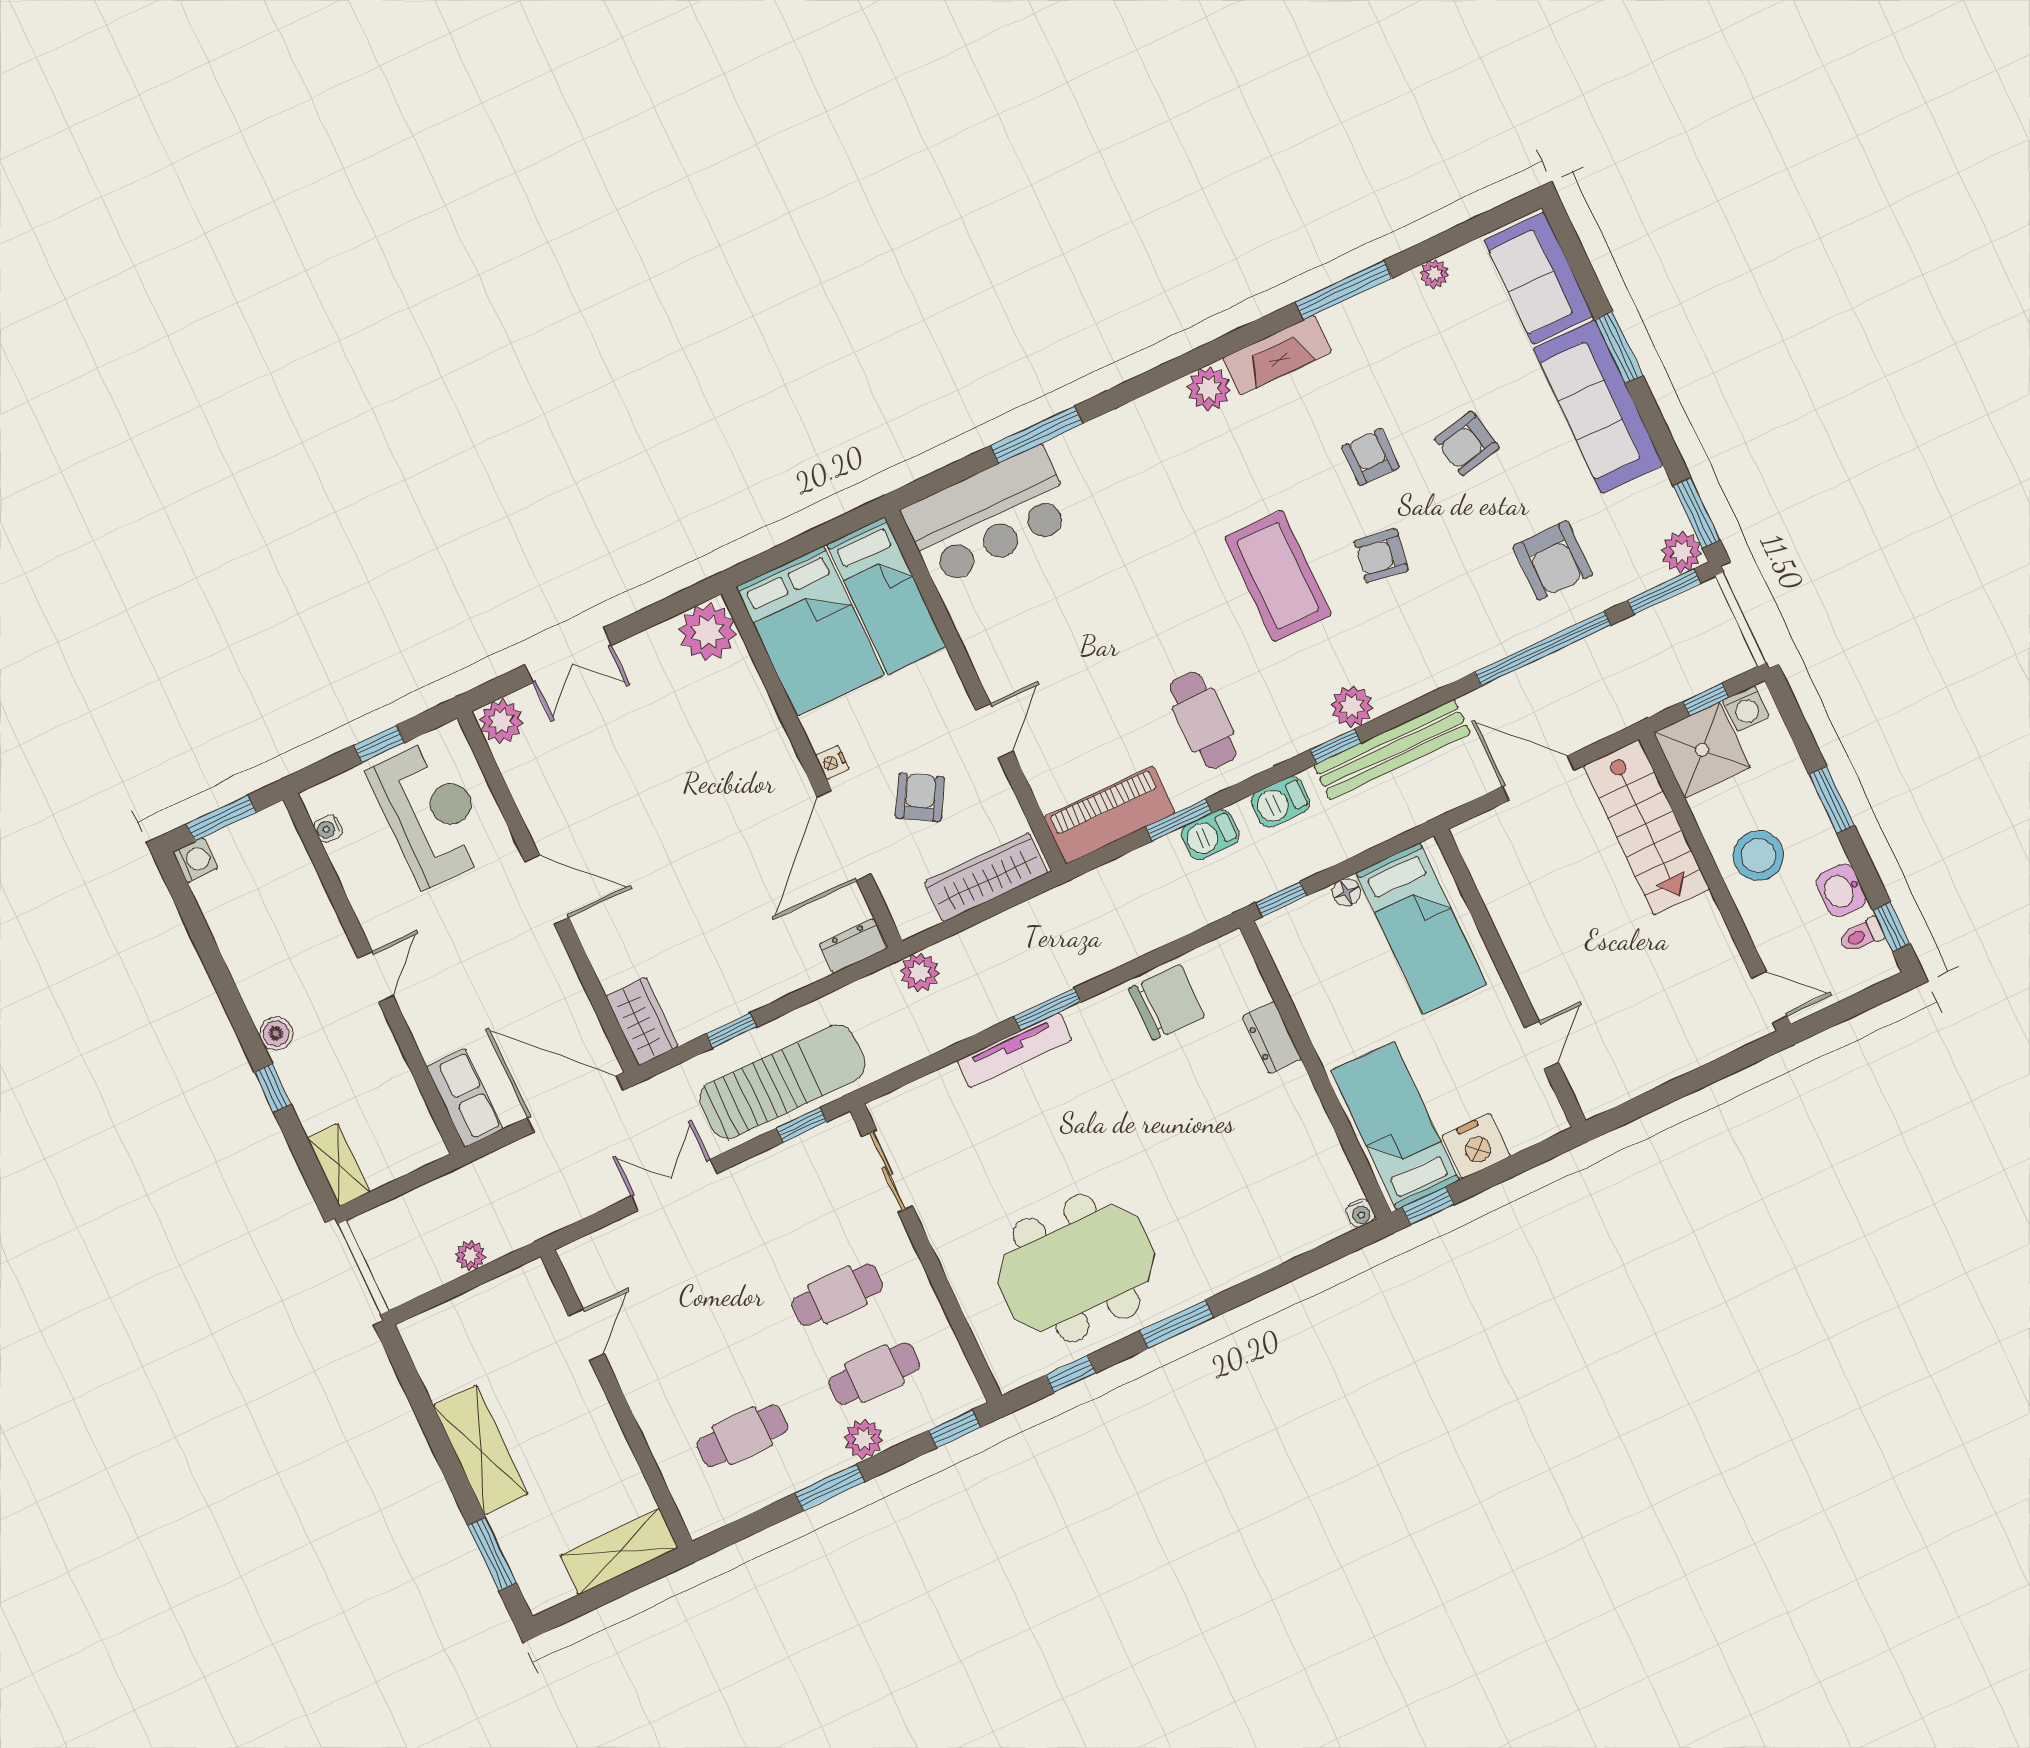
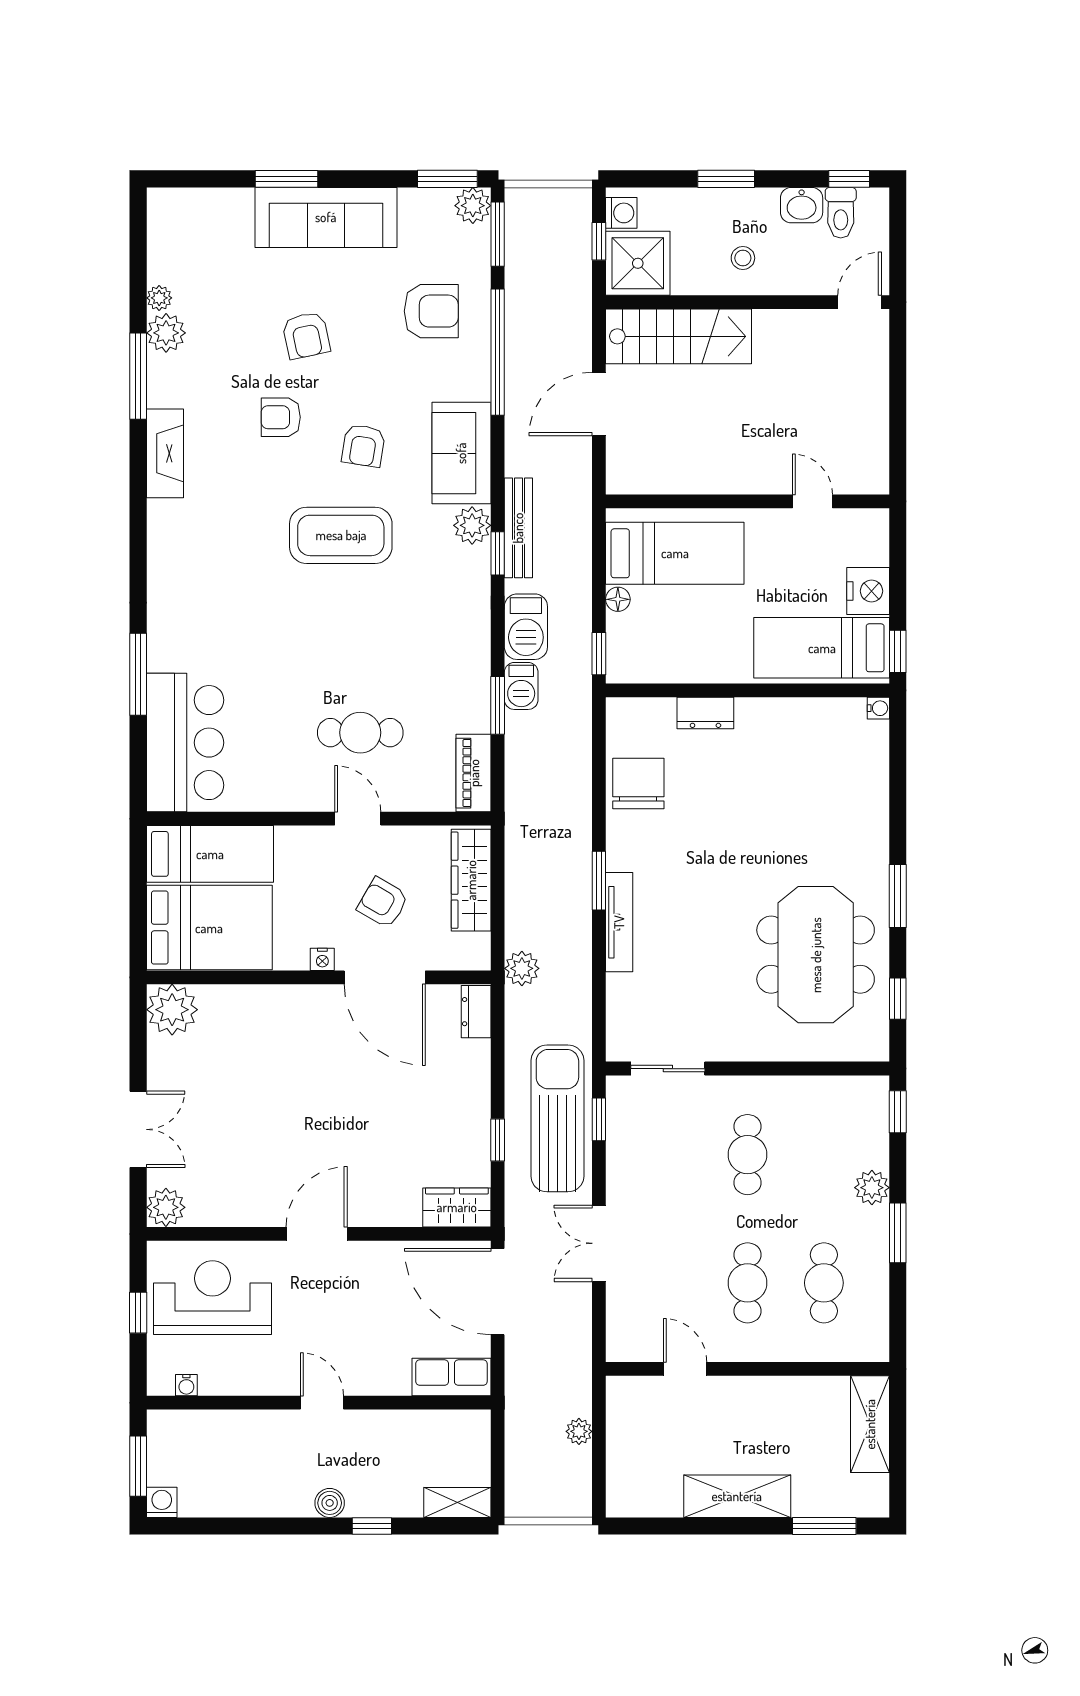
sofa: (1539, 278) -> (461, 453), moved, turned 90
plant: (1209, 389) -> (166, 333), moved
cafe table: (1203, 720) -> (360, 733), moved
bench: (1392, 749) -> (518, 528), width x0.73, depth x0.82
barbecue: (1281, 802) -> (526, 627), width x1.38, depth x1.27
piano: (1109, 815) -> (474, 773), width x0.73, depth x0.75
stool: (1758, 856) -> (743, 258), width x0.53, depth x0.53
toilet: (1862, 935) -> (841, 213), width x1.37, depth x1.39
door: (575, 1104) -> (498, 1292), hinge flipped
cafe table: (874, 1374) -> (748, 1283), moved

